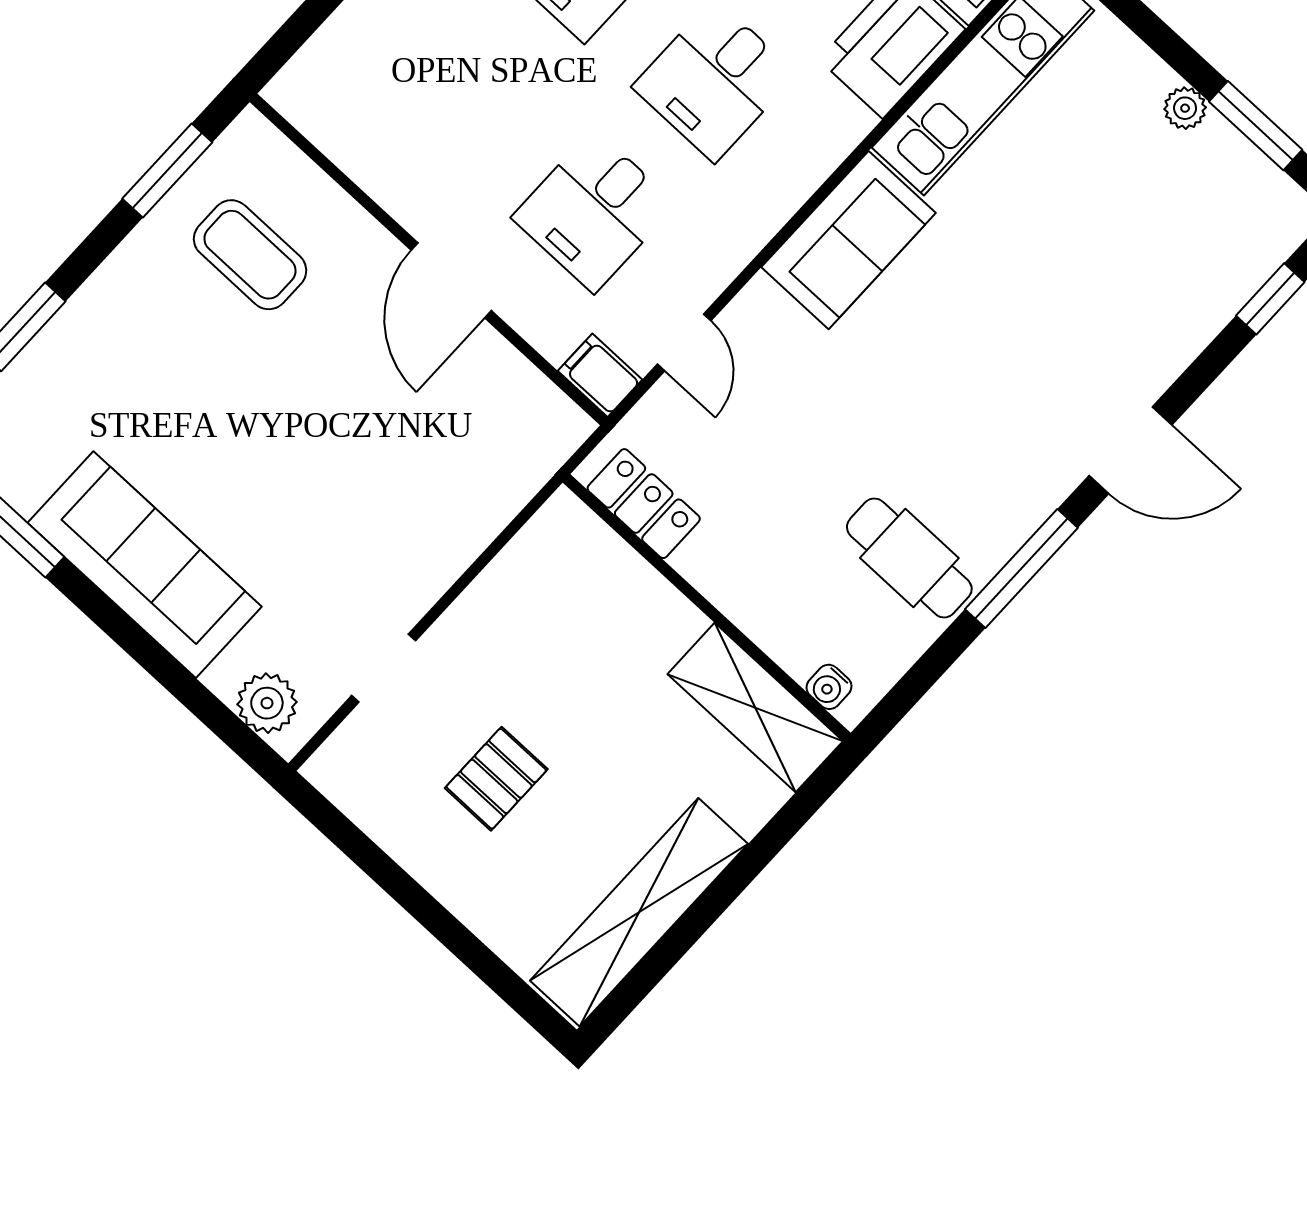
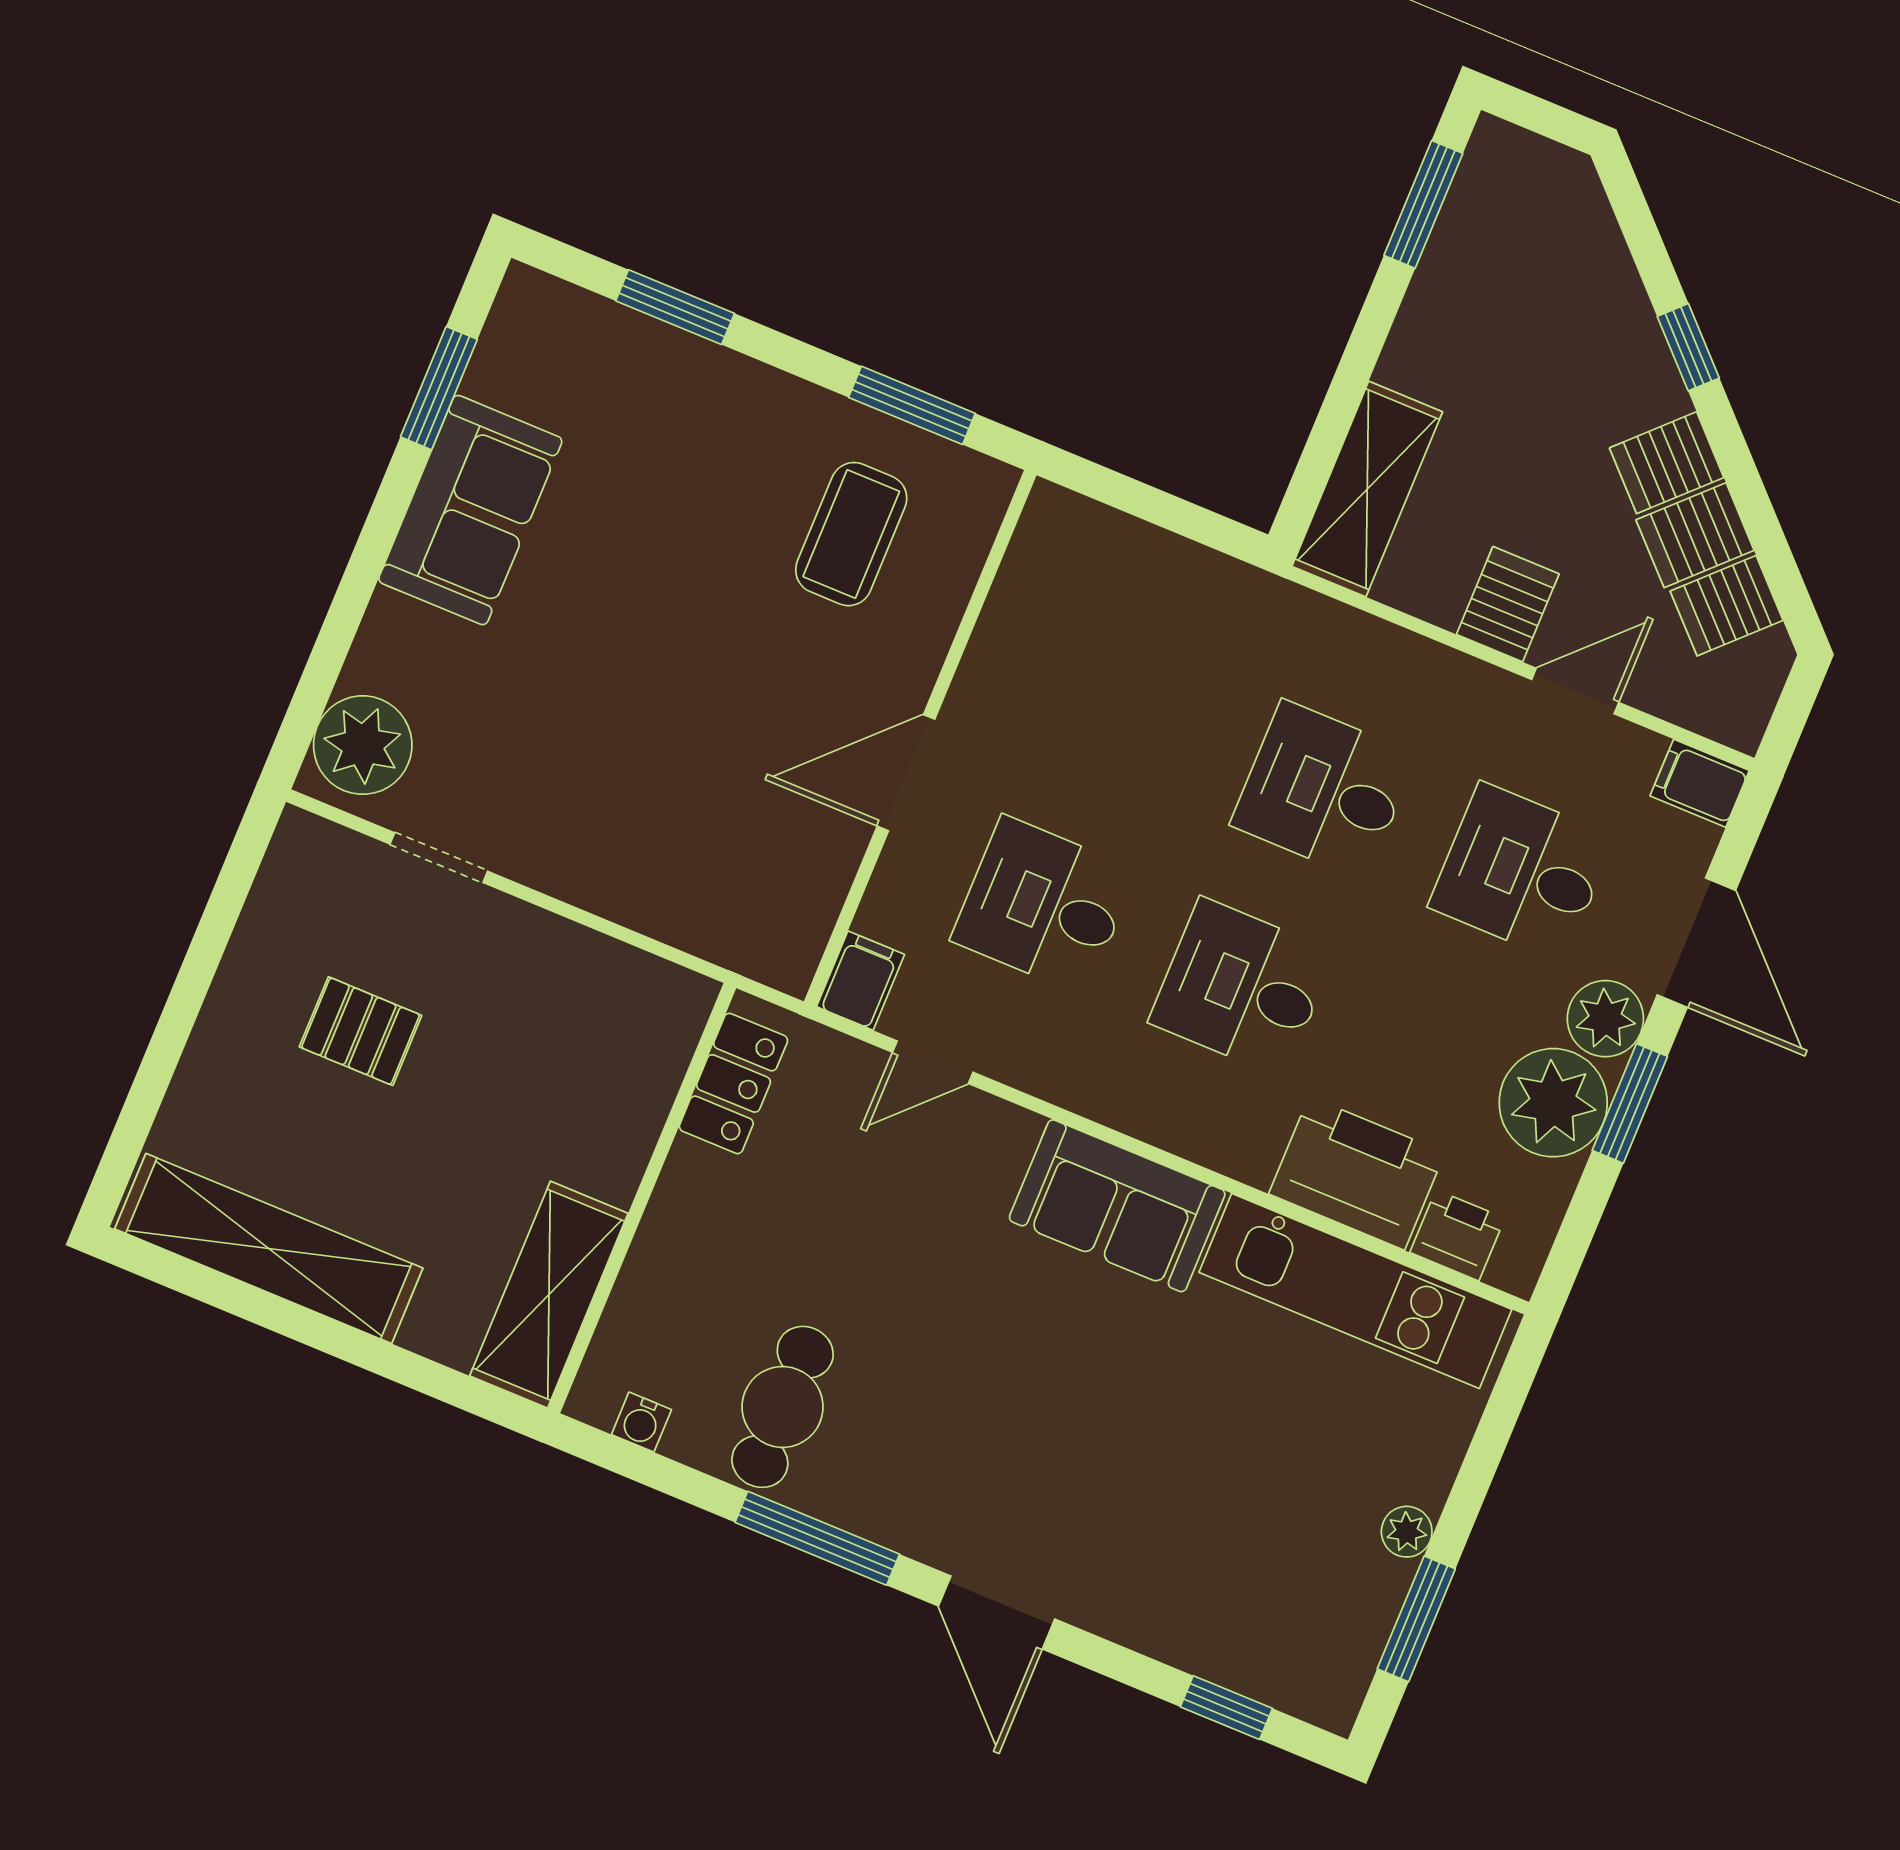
sofa: (145, 565) -> (470, 510), width x0.73
water cooler: (829, 687) -> (641, 1422), moved, turned -90
plant: (267, 703) -> (363, 745), width x1.36, depth x1.36

